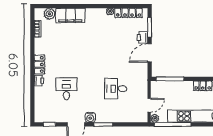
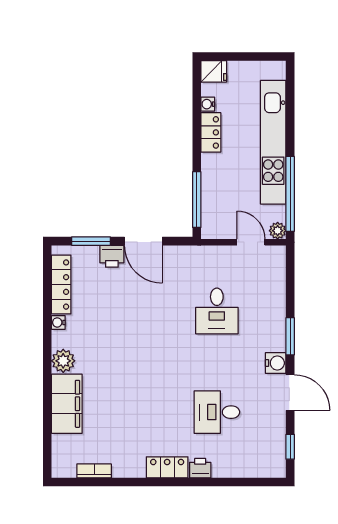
plant: (49, 14) -> (63, 361), moved

